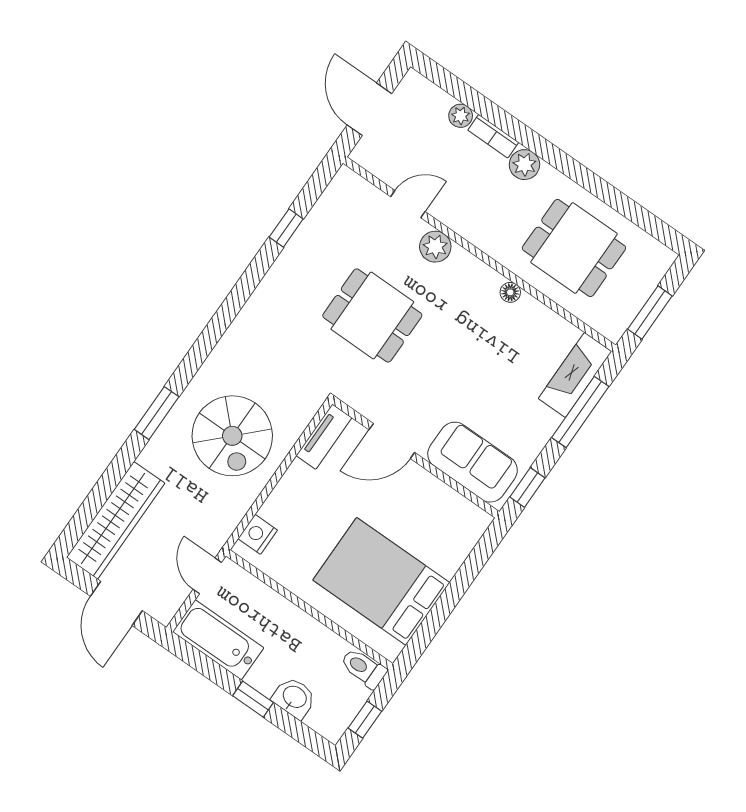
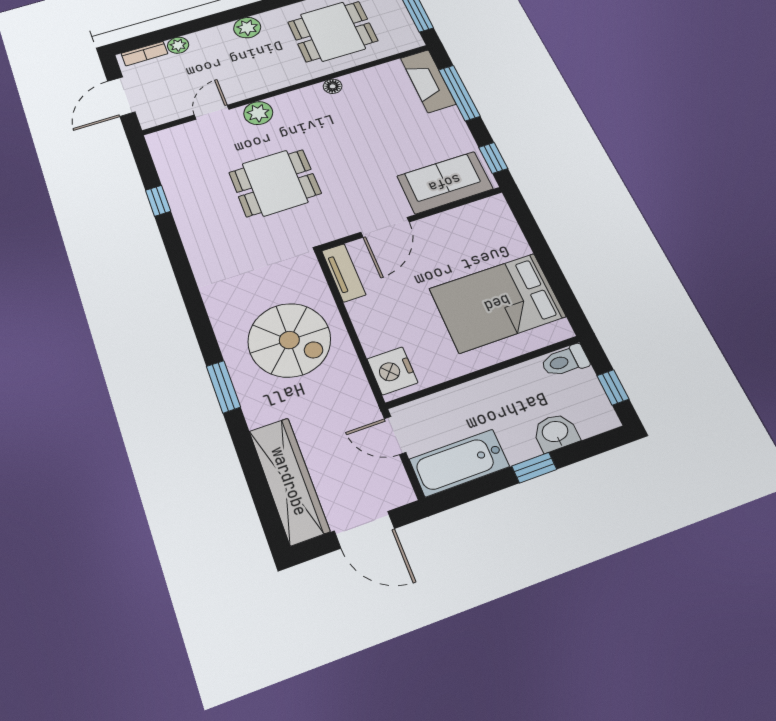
door: (369, 109) -> (121, 97), hinge flipped
bookcase: (493, 136) -> (144, 54), moved
nightstand: (258, 534) -> (392, 371), width x1.36, depth x1.33

